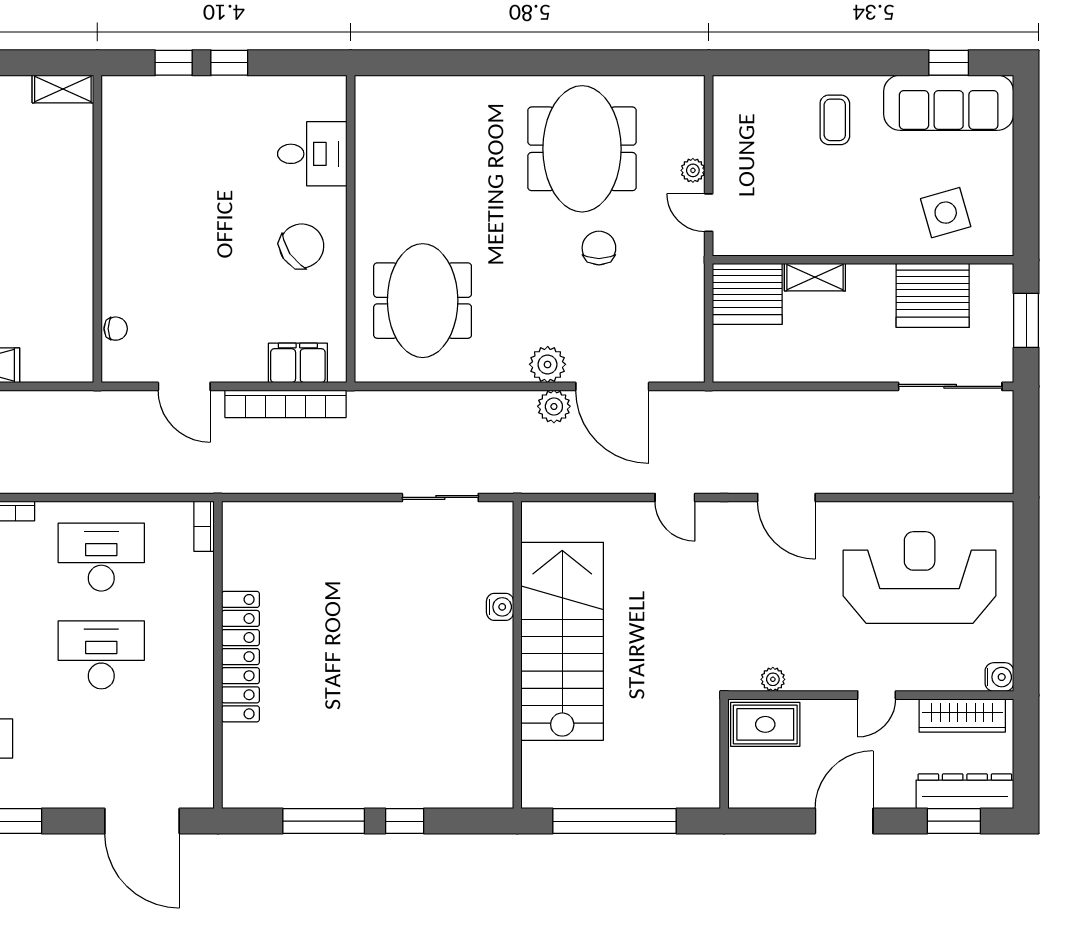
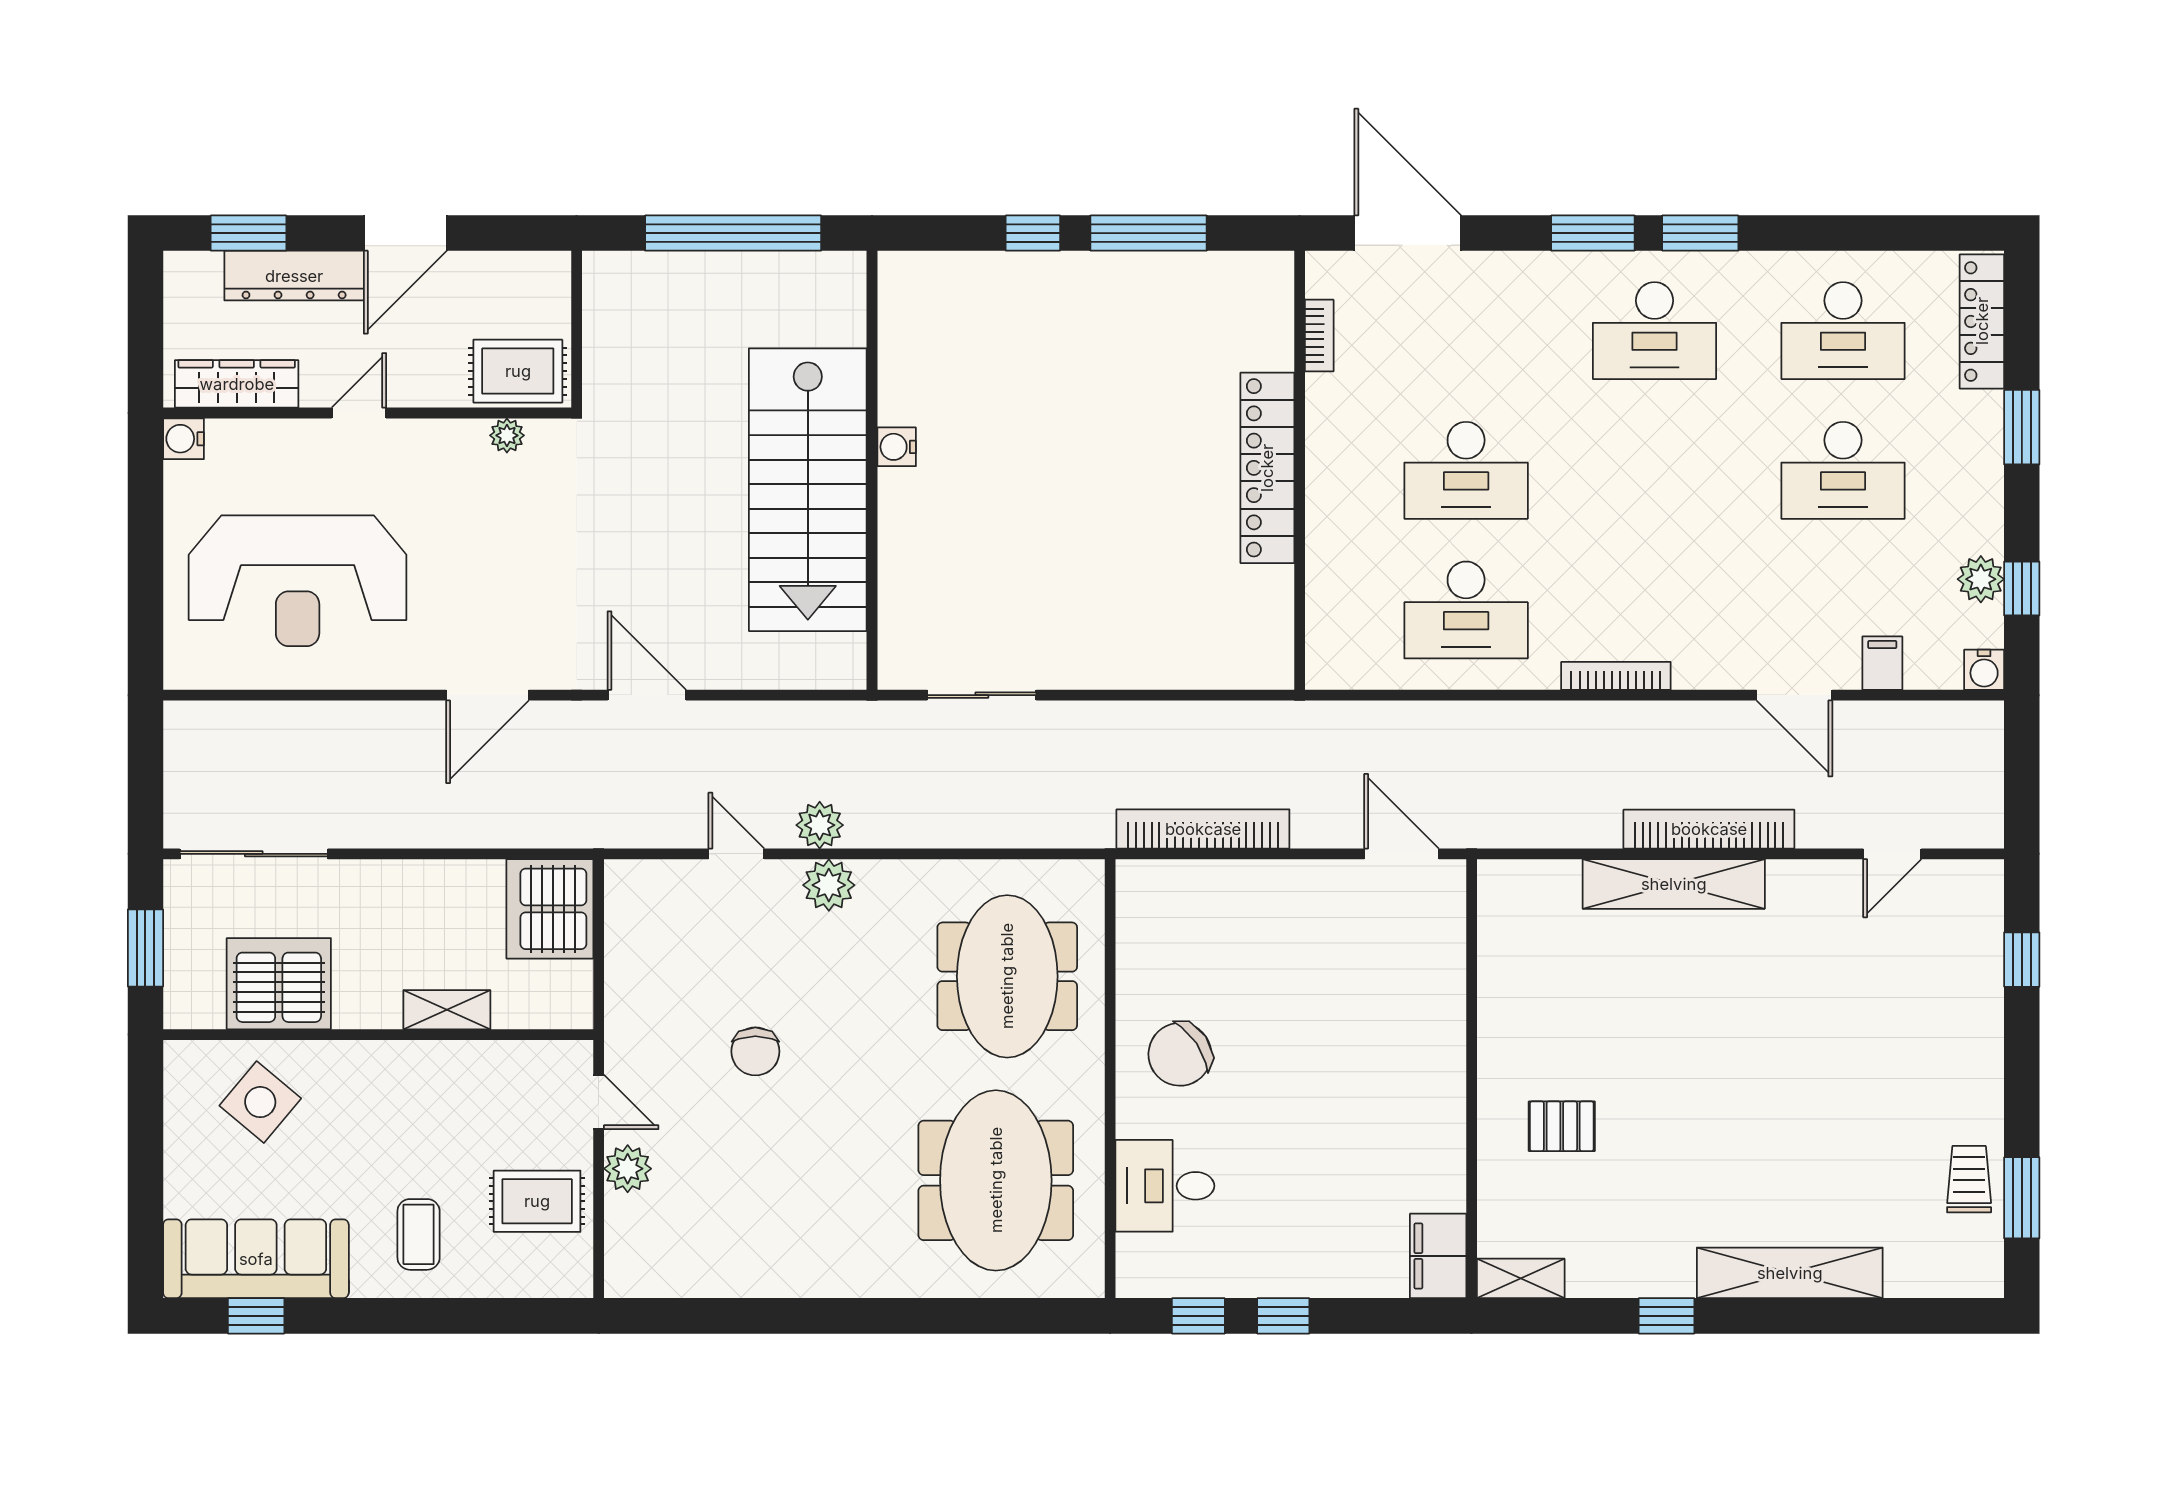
window: (174, 63) -> (1198, 1316), moved
rug: (752, 143) -> (537, 1201), added
meeting table: (582, 149) -> (996, 1180), moved
plant: (693, 170) -> (628, 1169), width x1.38, depth x1.38
pallet: (34, 196) -> (1562, 1126), added
side table: (946, 213) -> (260, 1102), turned -34
server rack: (747, 294) -> (550, 909), moved, turned -90
chair: (116, 329) -> (1445, 936), removed
filing cabinet: (298, 363) -> (1438, 1256), moved, turned 90
door: (184, 386) -> (1402, 854), moved
door: (612, 386) -> (736, 854), width x0.53
door: (675, 497) -> (647, 695), width x1.38
door: (786, 497) -> (488, 695), swing flipped
bookcase: (204, 526) -> (1319, 336), moved
water cooler: (500, 607) -> (897, 447), moved
dresser: (965, 791) -> (294, 276), moved

